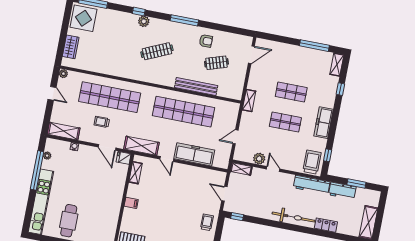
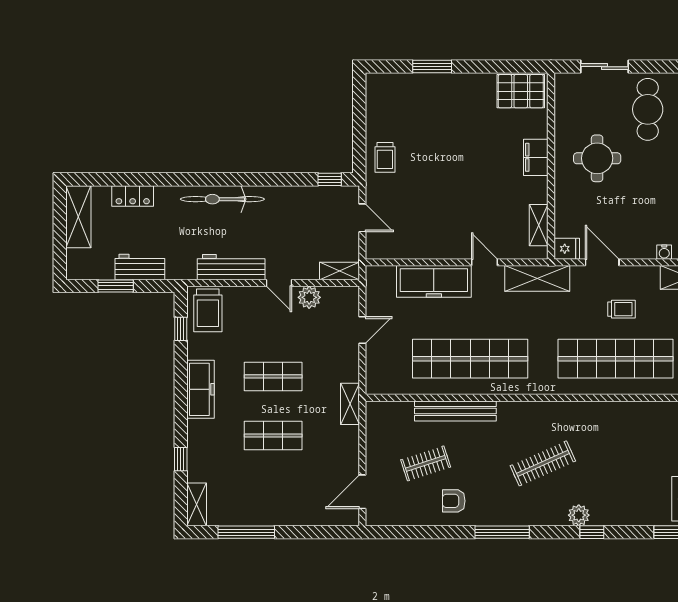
workbench: (312, 185) -> (231, 267), moved
round table: (99, 201) -> (597, 158), added
filing cabinet: (131, 203) -> (536, 157), width x2.00
locker: (326, 225) -> (133, 196), moved

